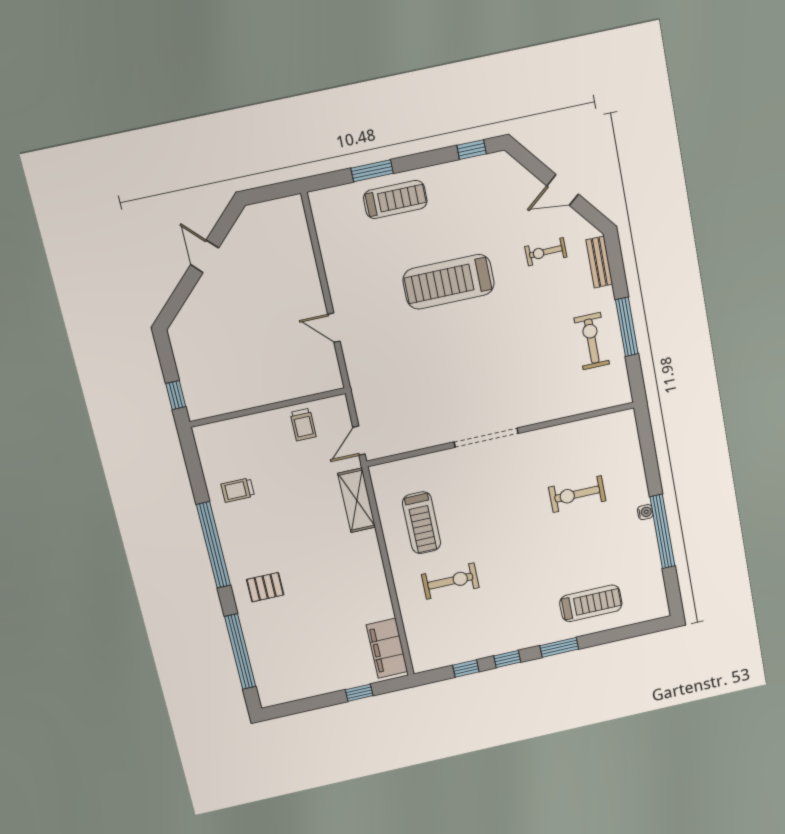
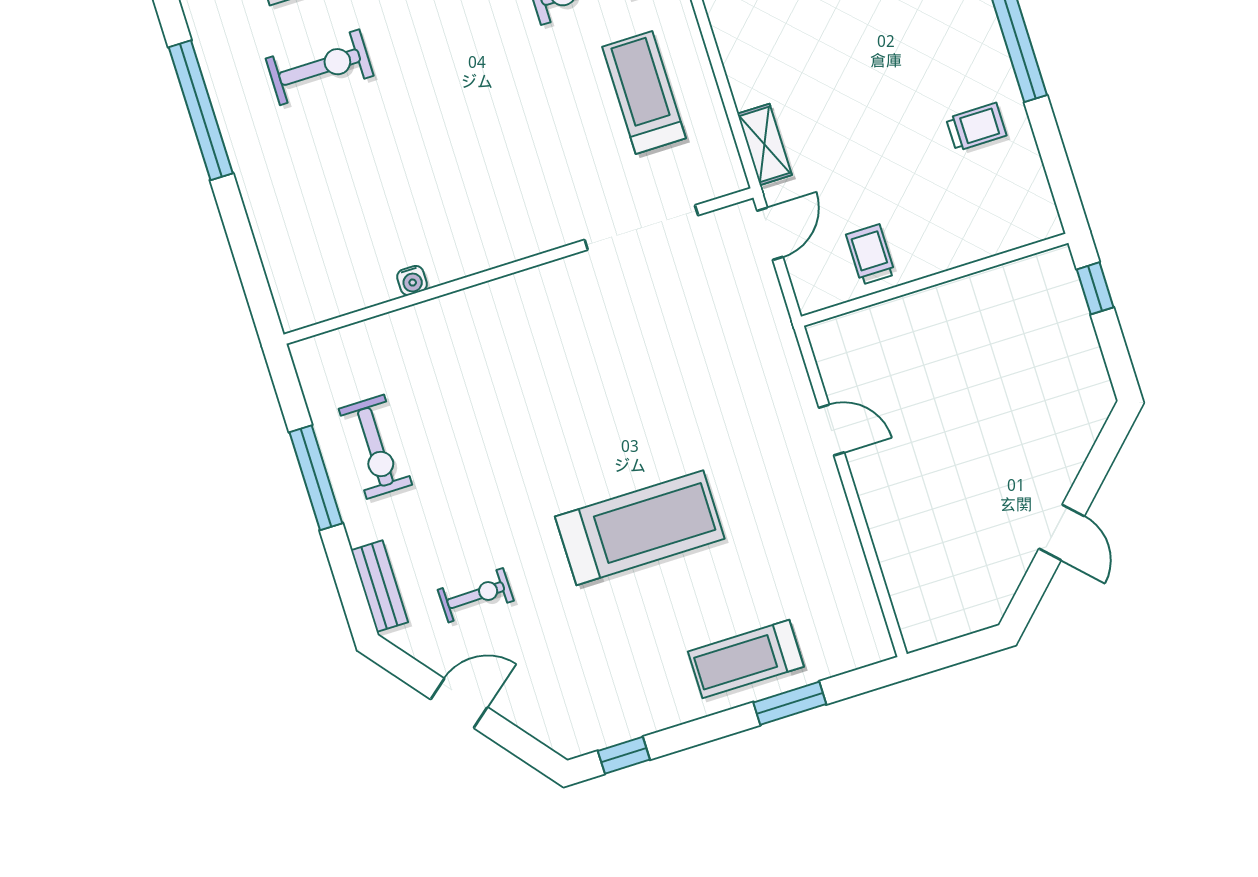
doorway: (486, 438) -> (641, 228), moved
exercise bike: (577, 494) -> (320, 67), moved
shelving: (357, 500) -> (765, 144), width x0.67, depth x0.75
water cooler: (645, 512) -> (412, 281), moved, turned -90

